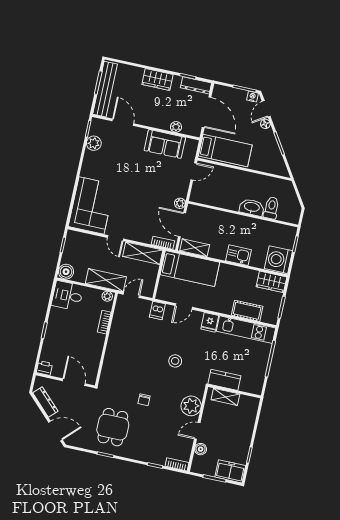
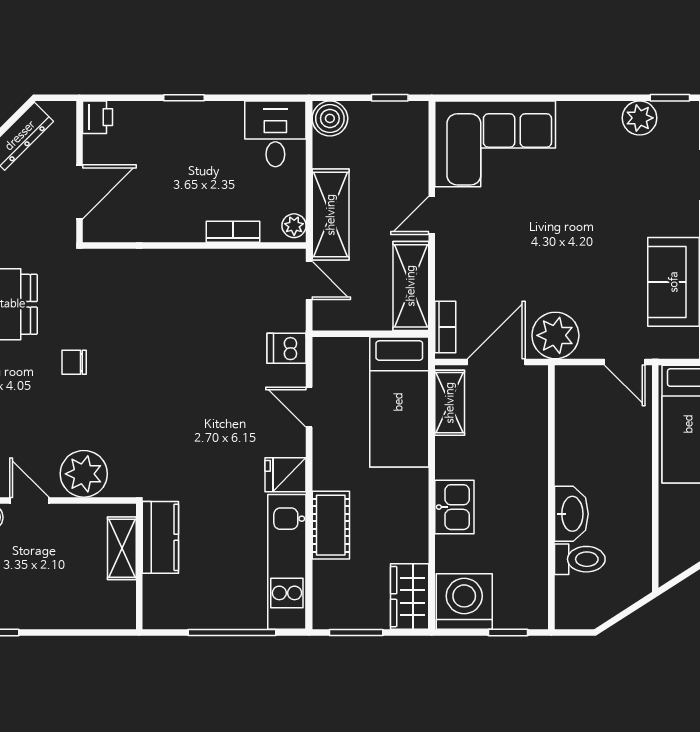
plant: (180, 203) -> (555, 335), width x1.88, depth x1.88
cot: (247, 311) -> (331, 525), moved
stool: (175, 361) -> (179, 415), removed

